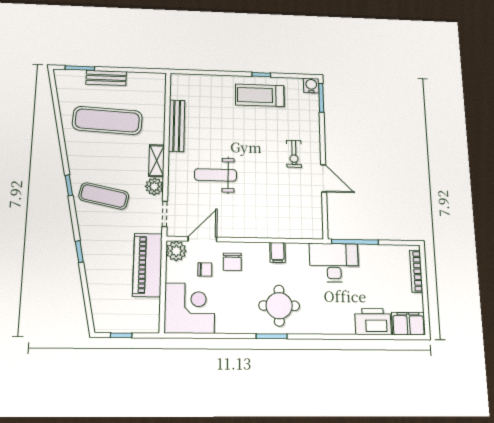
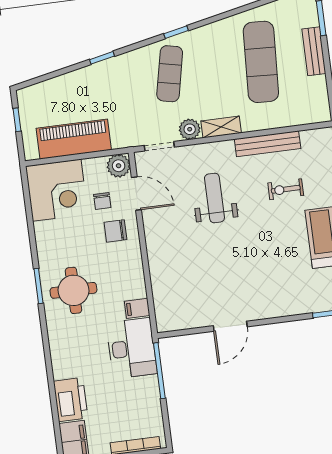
exercise bike: (294, 154) -> (286, 189), moved
filing cabinet: (278, 253) -> (137, 308), moved
piano: (147, 265) -> (74, 139), moved

